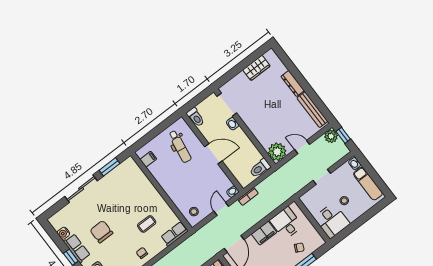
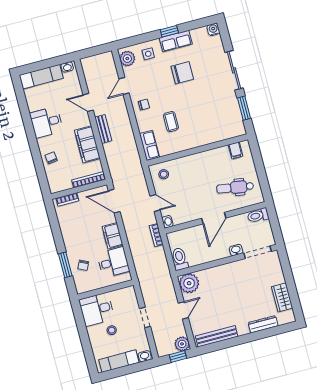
dresser: (293, 83) -> (263, 324), moved
water cooler: (63, 233) -> (213, 29), moved

